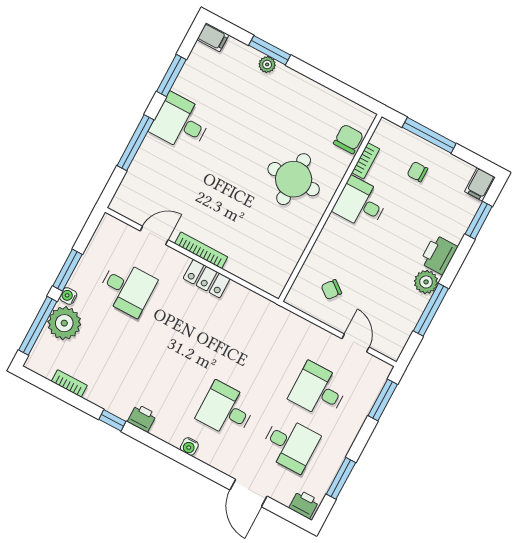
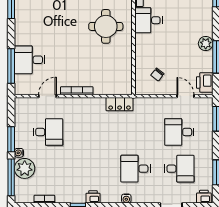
desk: (181, 123) -> (30, 60), moved
window: (135, 143) -> (11, 66), moved
printer: (439, 255) -> (205, 82), moved
locker: (207, 279) -> (120, 104), moved

